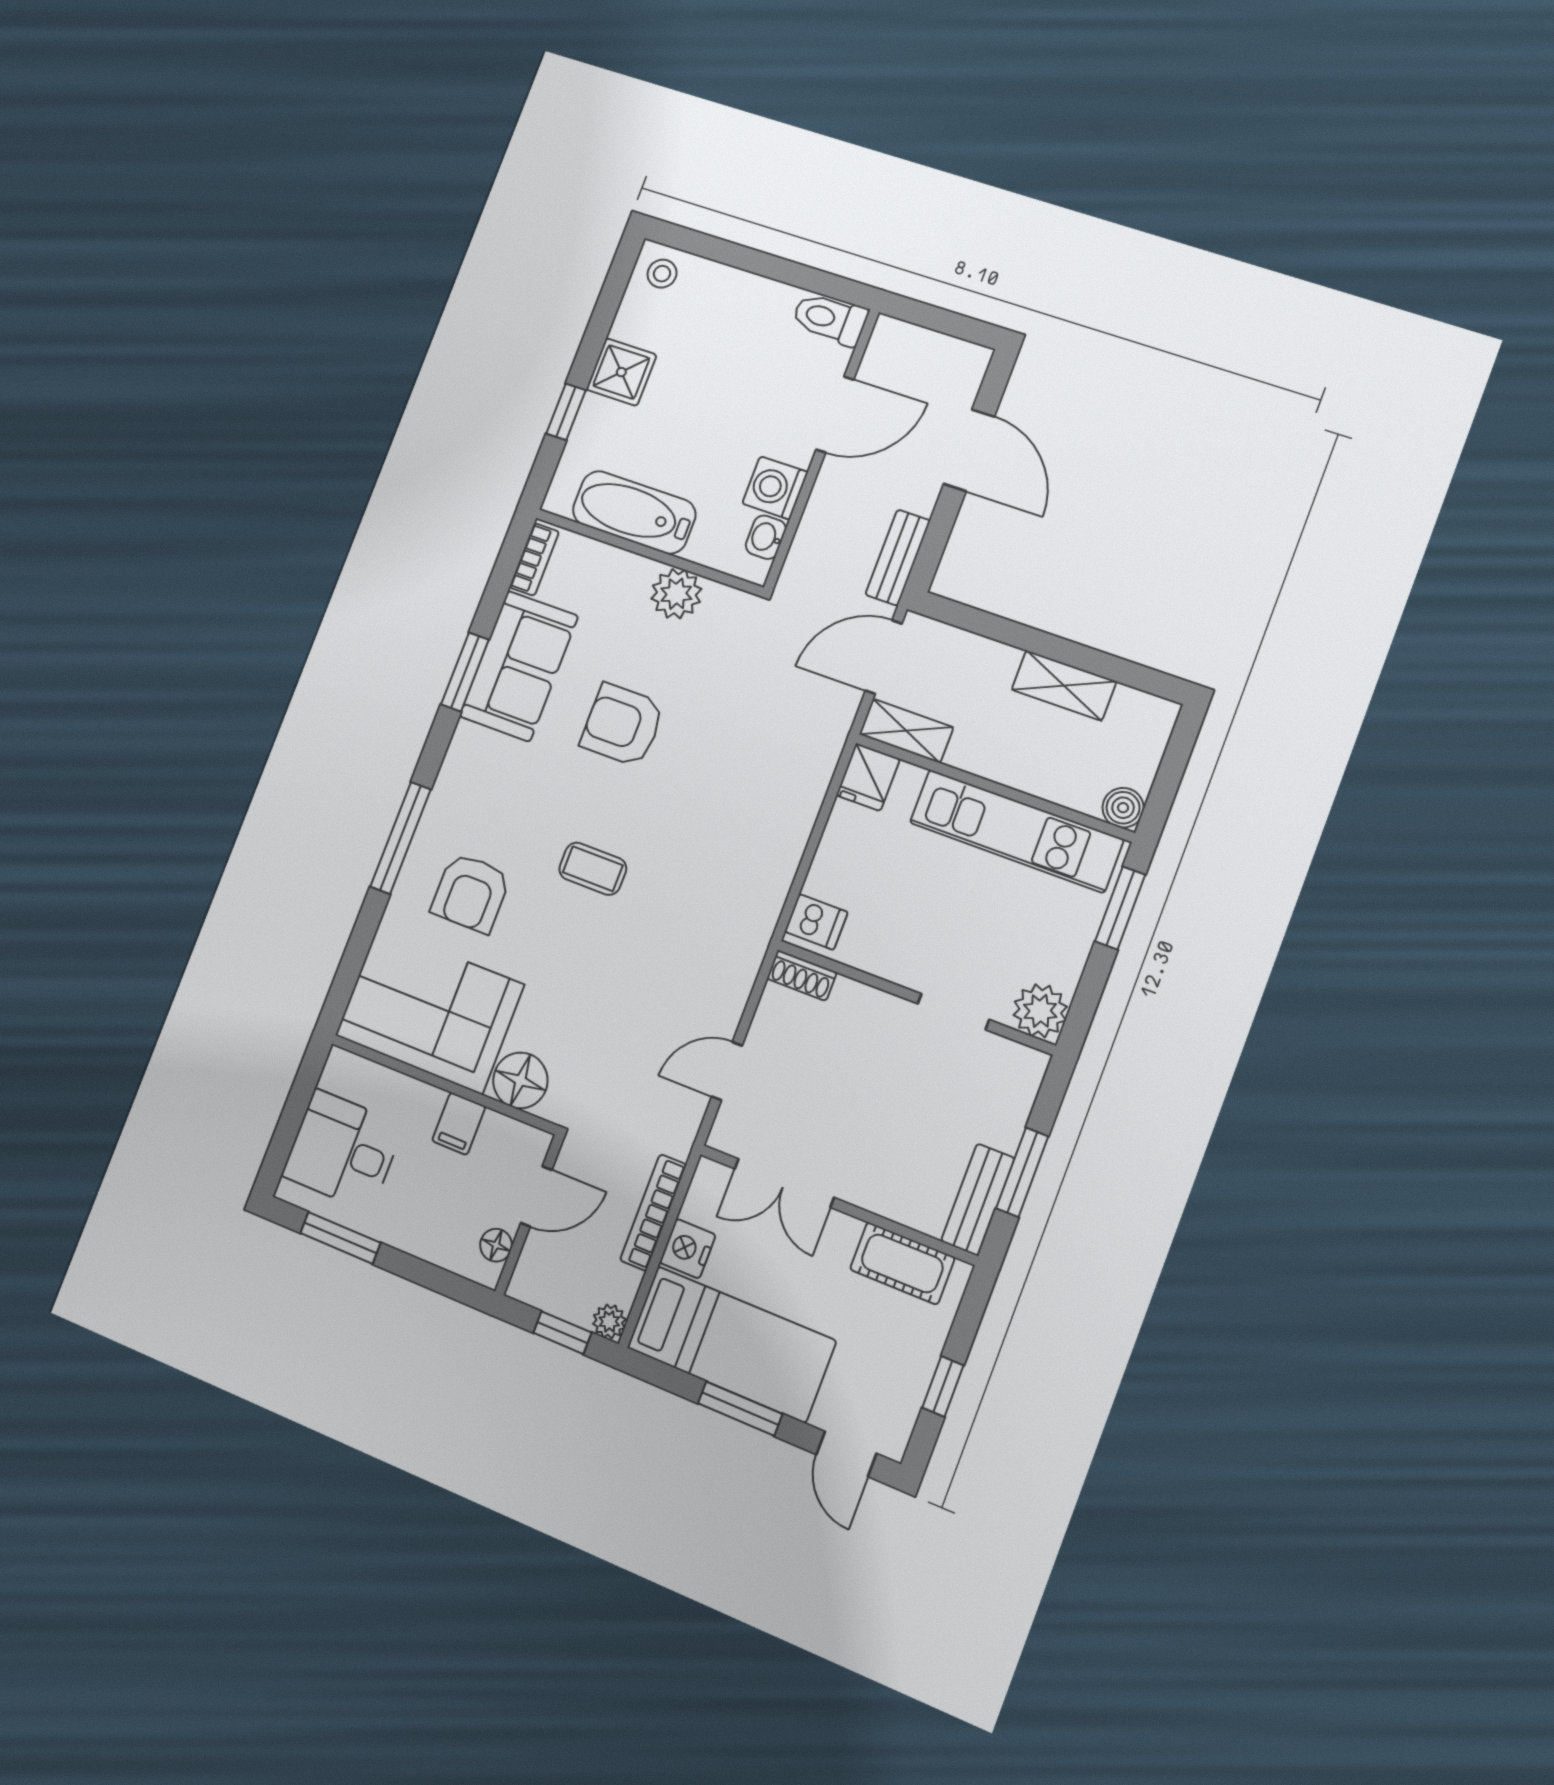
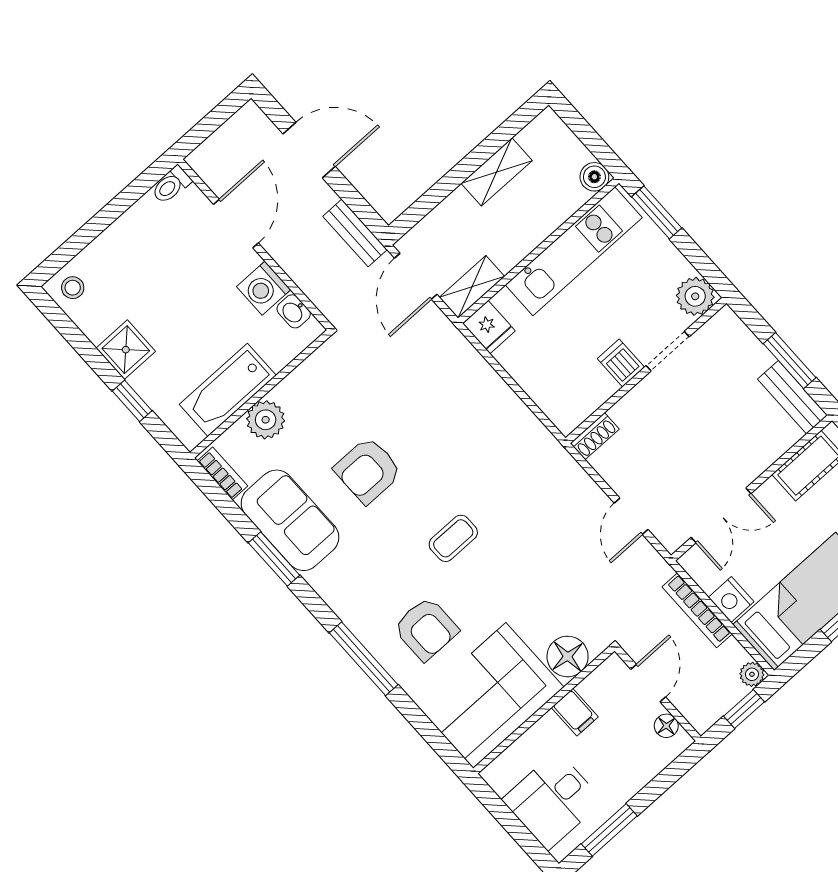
toilet: (830, 319) -> (171, 185), width x0.73, depth x0.72
plant: (676, 594) -> (266, 420), moved
dishwasher: (816, 922) -> (621, 363), moved, turned -90

